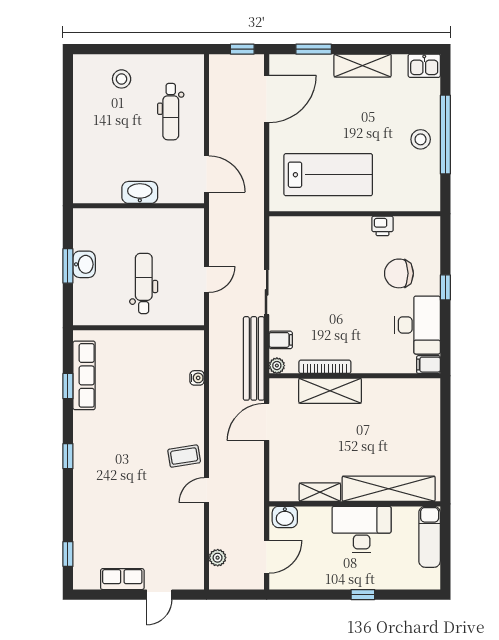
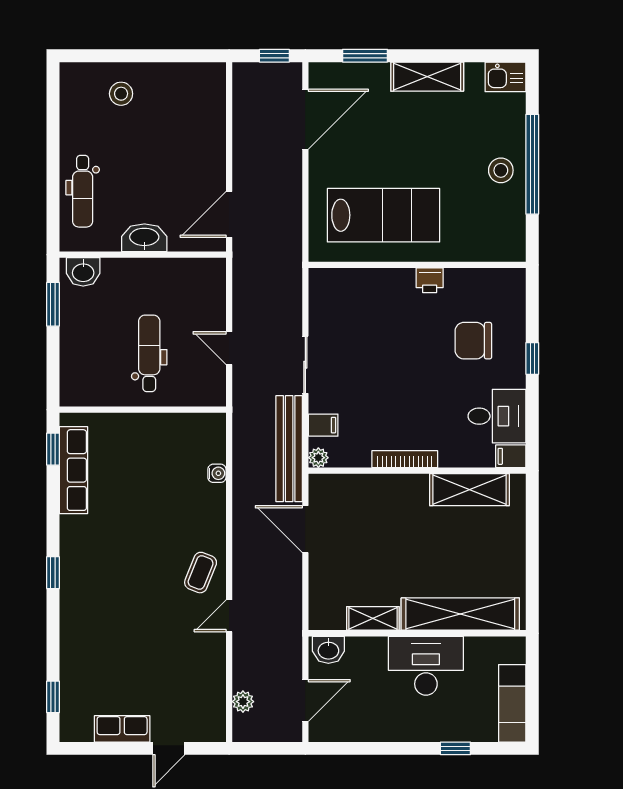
dental chair: (171, 112) -> (83, 191), moved
door: (207, 174) -> (229, 214), swing flipped
printer: (382, 226) -> (430, 280), moved
washbasin: (84, 264) -> (83, 272), moved, turned 90
window: (68, 266) -> (53, 304), moved
door: (207, 279) -> (229, 348), swing flipped
desk: (418, 325) -> (497, 416), width x0.73
bookcase: (325, 367) -> (405, 459), moved
window: (68, 386) -> (53, 449), moved
shelving: (330, 391) -> (470, 490), moved
door: (267, 422) -> (305, 529), hinge flipped
coffee table: (184, 456) -> (201, 573), turned -59
exam couch: (430, 537) -> (512, 703), moved
window: (363, 595) -> (455, 748), moved

